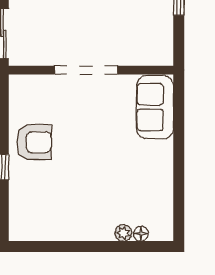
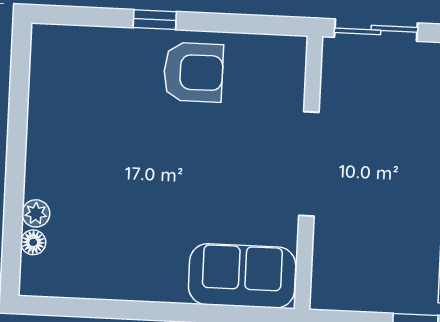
armchair: (34, 142) -> (193, 72), turned -90

